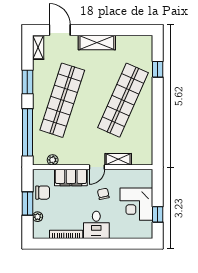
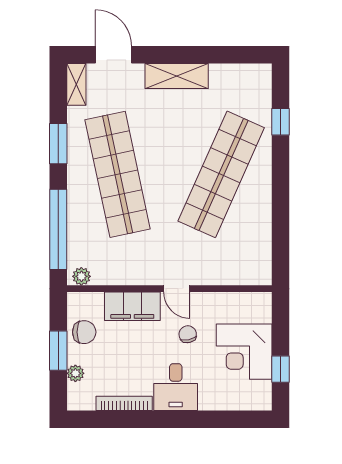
shop shelf: (62, 100) -> (118, 174), turned -30
shelving: (118, 159) -> (213, 275), removed
plant: (53, 160) -> (81, 276), moved
door: (97, 167) -> (177, 289), hinge flipped

